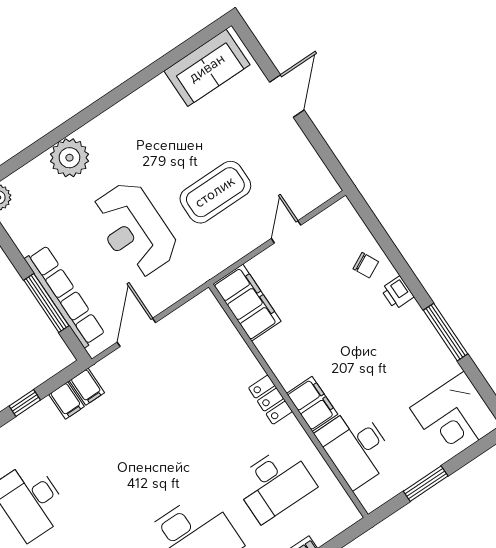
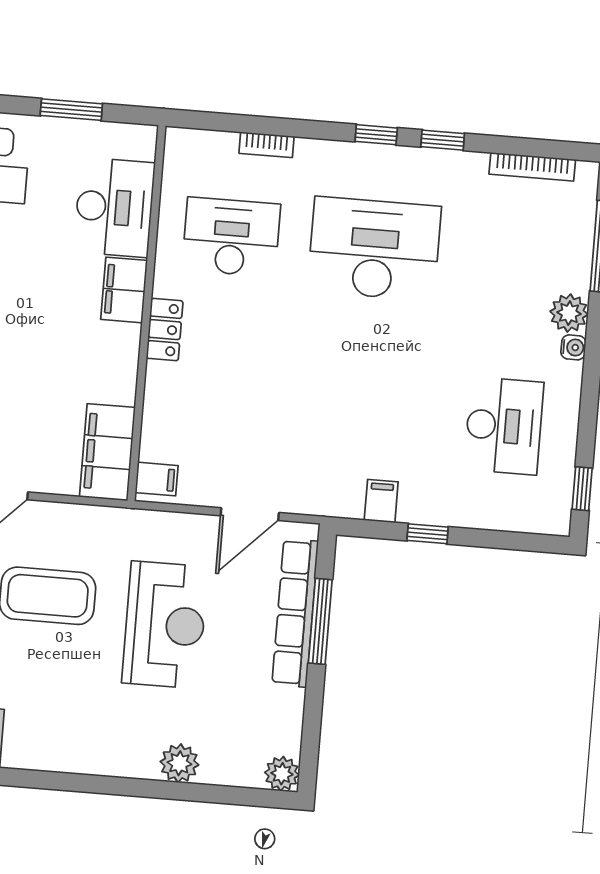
plant: (69, 158) -> (179, 763), width x0.73, depth x0.73
filing cabinet: (87, 387) -> (157, 479), moved, turned 90

